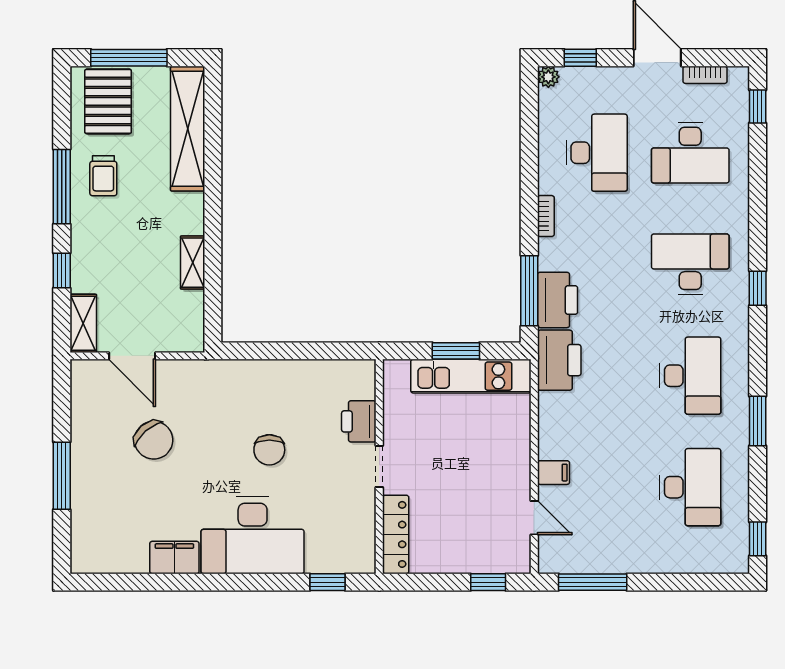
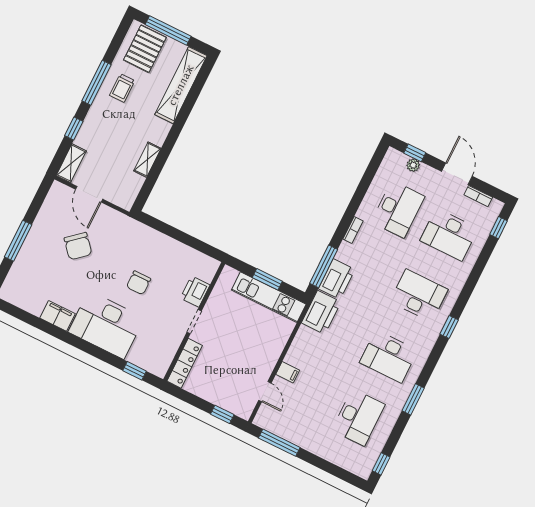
plant: (548, 77) -> (413, 165), moved
desk: (690, 376) -> (389, 356), turned 90

